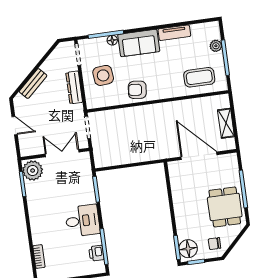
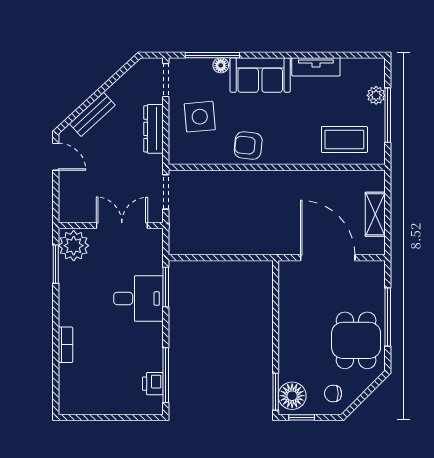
door: (15, 126) -> (56, 157), moved
desk: (82, 221) -> (138, 298), moved
bookcase: (39, 257) -> (65, 345), moved

